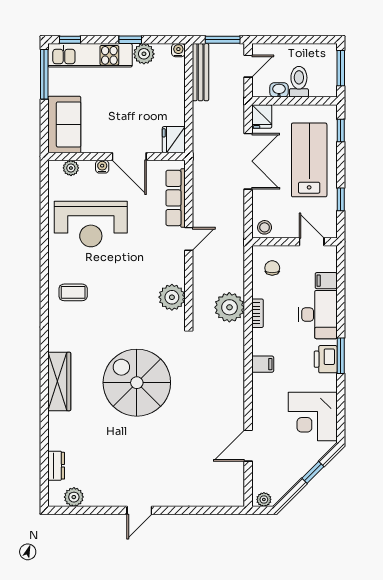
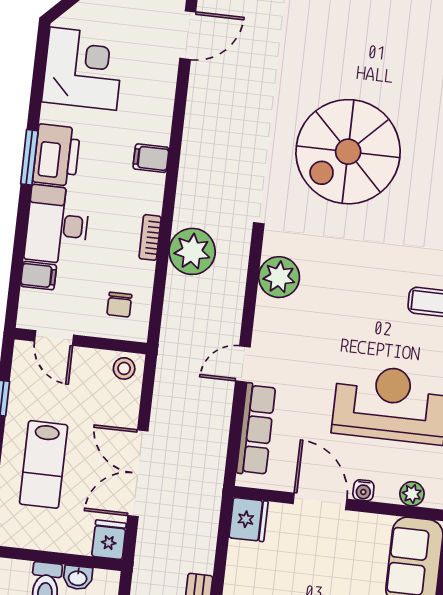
lab bench: (309, 160) -> (44, 464), width x0.73, depth x0.72
printer: (326, 359) -> (57, 155), width x1.37, depth x1.19
spiral stairs: (137, 383) -> (348, 152), turned 90

